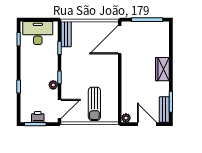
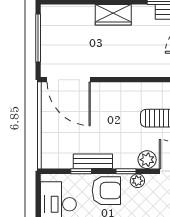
bench: (66, 34) -> (93, 161), moved
armchair: (47, 65) -> (106, 191), added
plant: (67, 91) -> (147, 160), added

